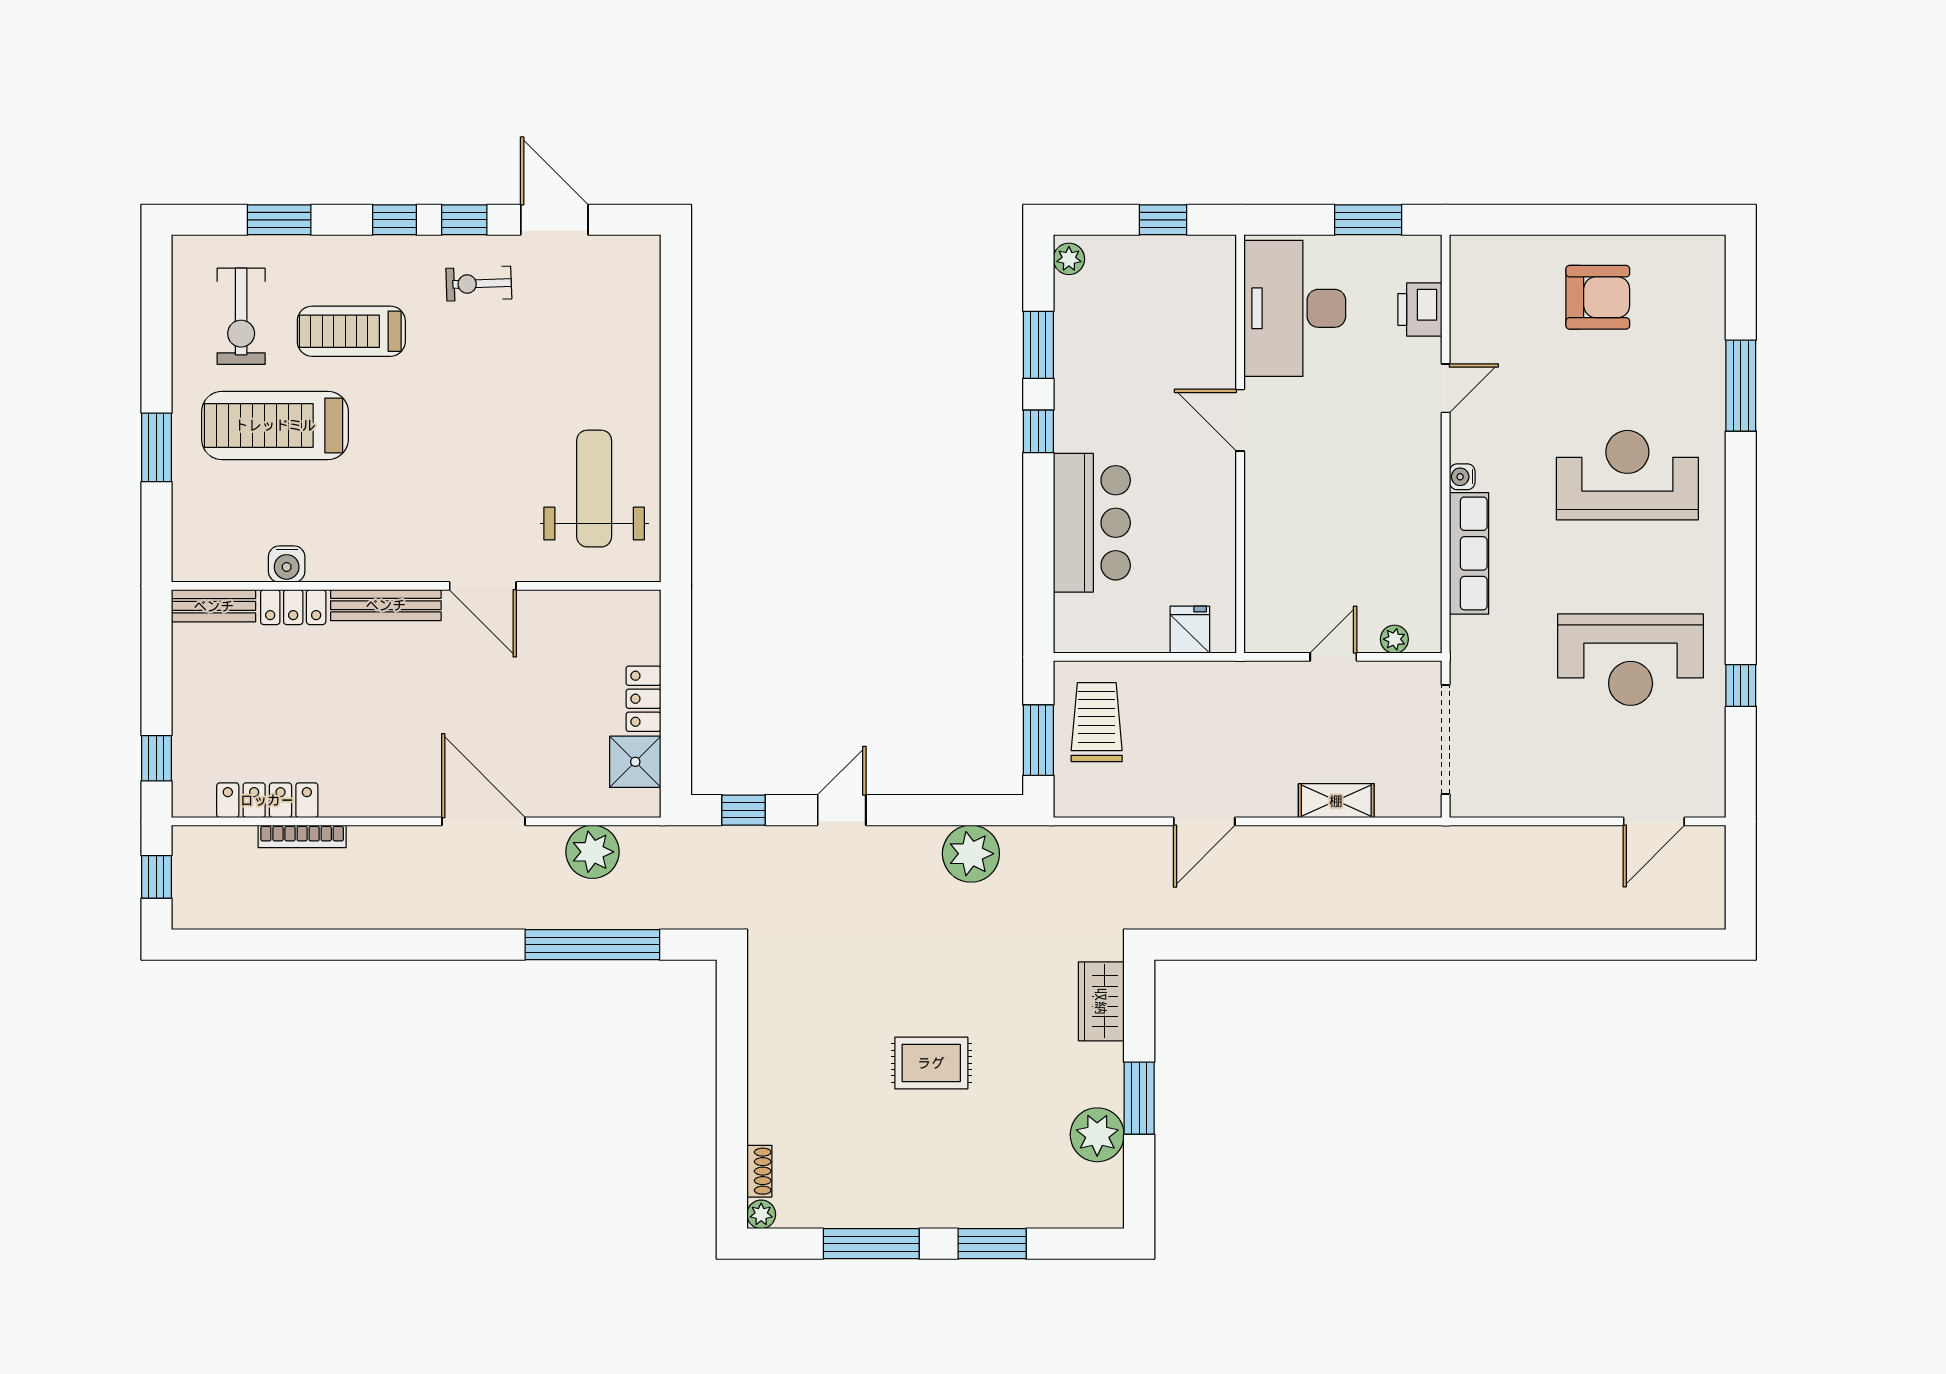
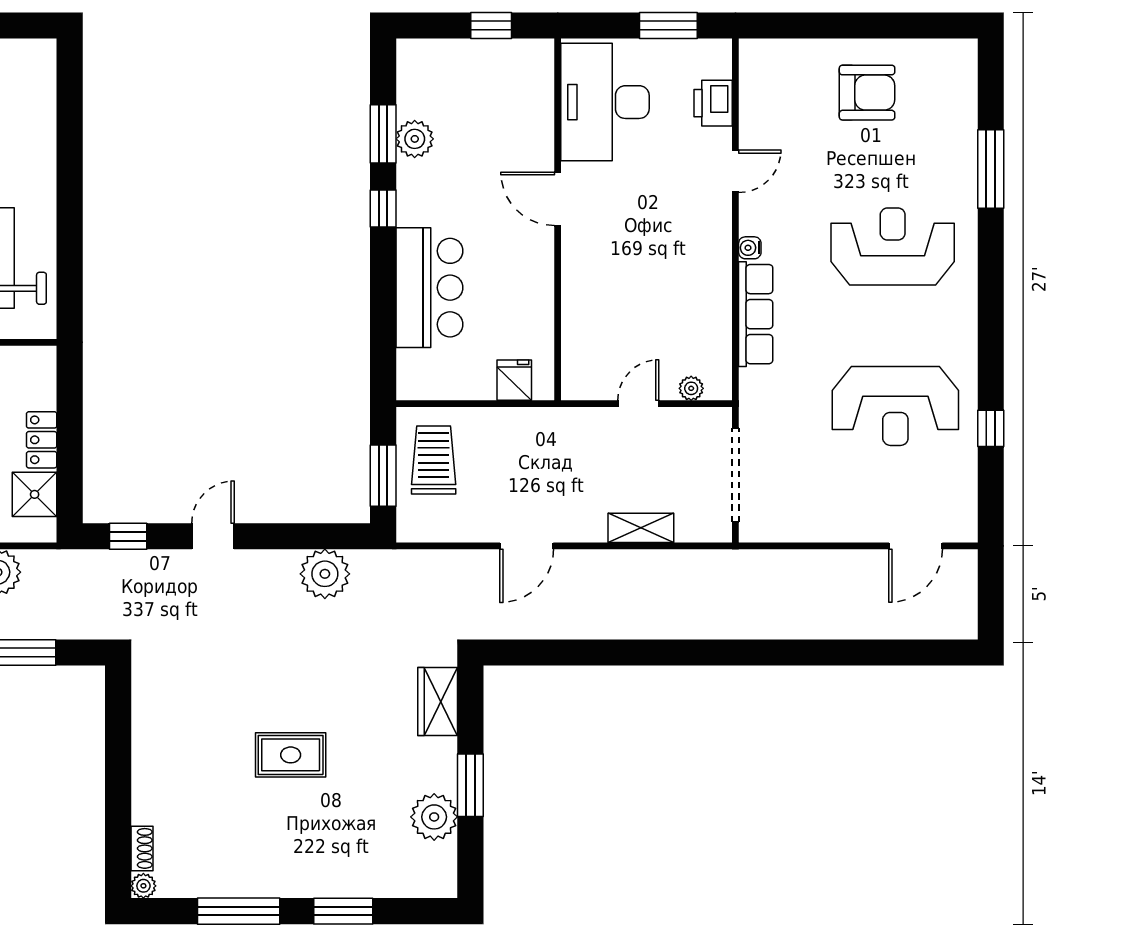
plant: (1069, 259) -> (415, 139), moved, width x1.38, depth x1.38

